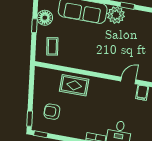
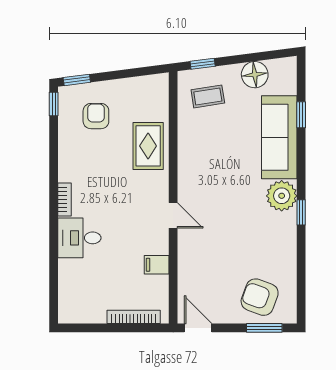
window: (34, 26) -> (203, 64), moved
door: (128, 80) -> (173, 215), moved

